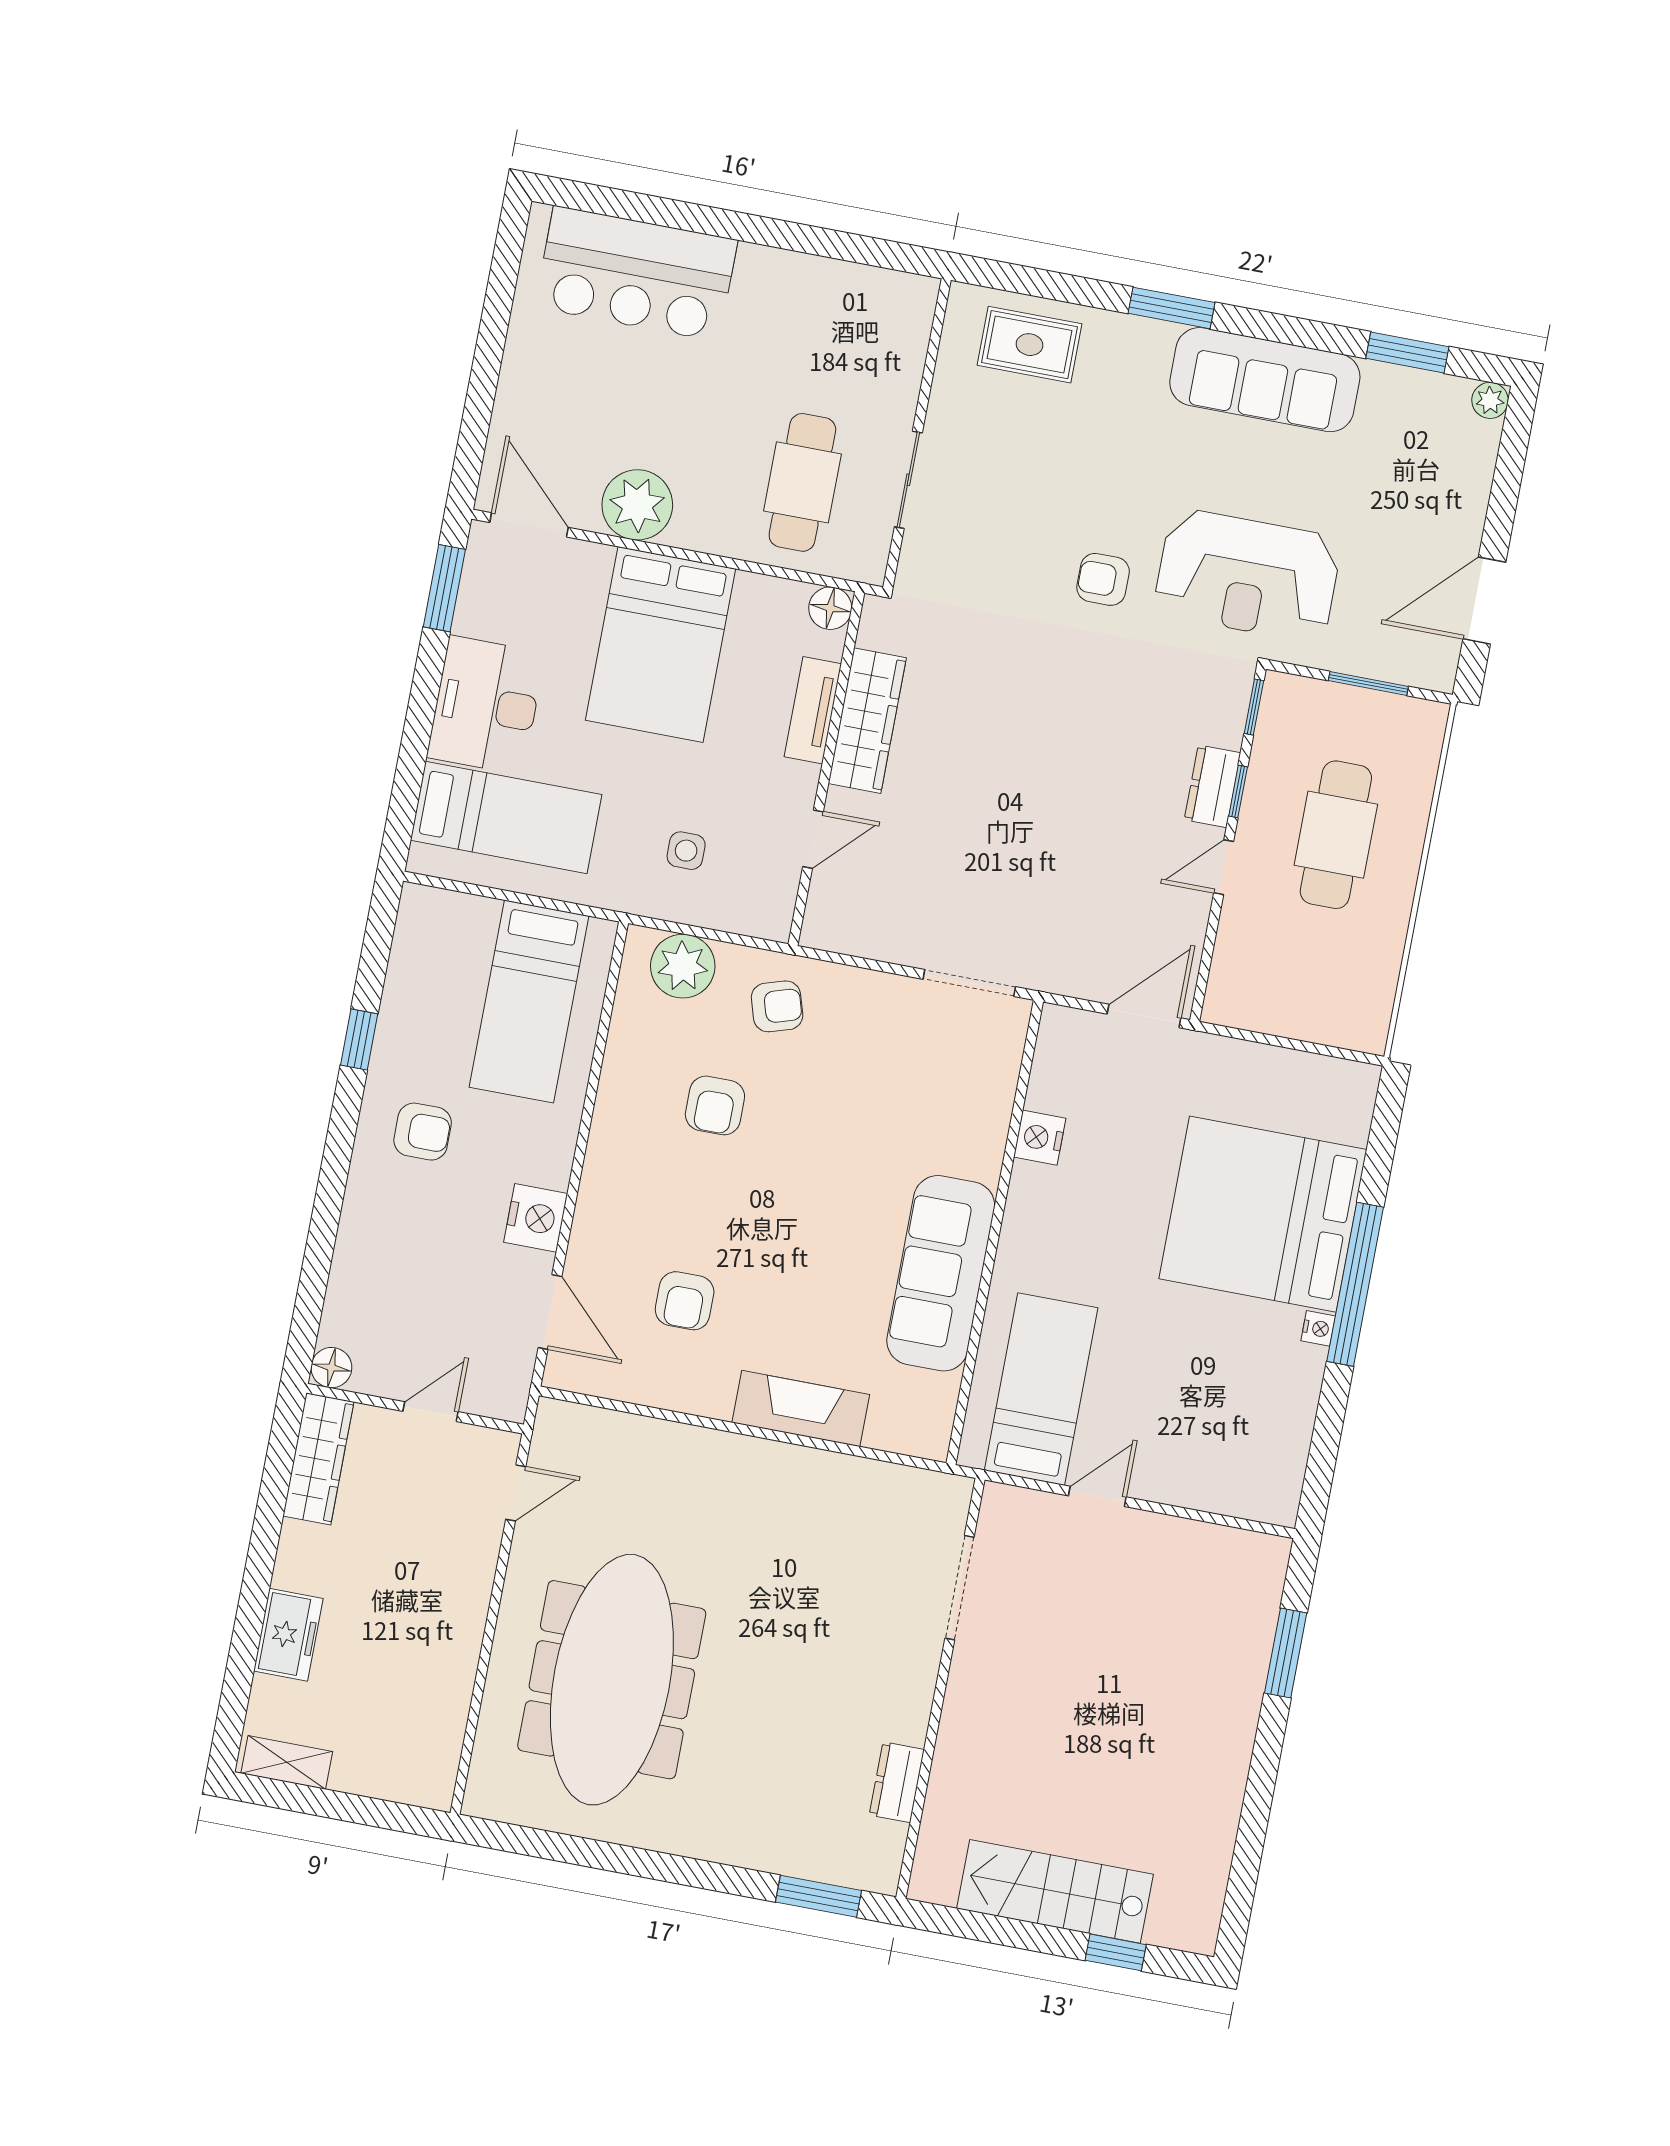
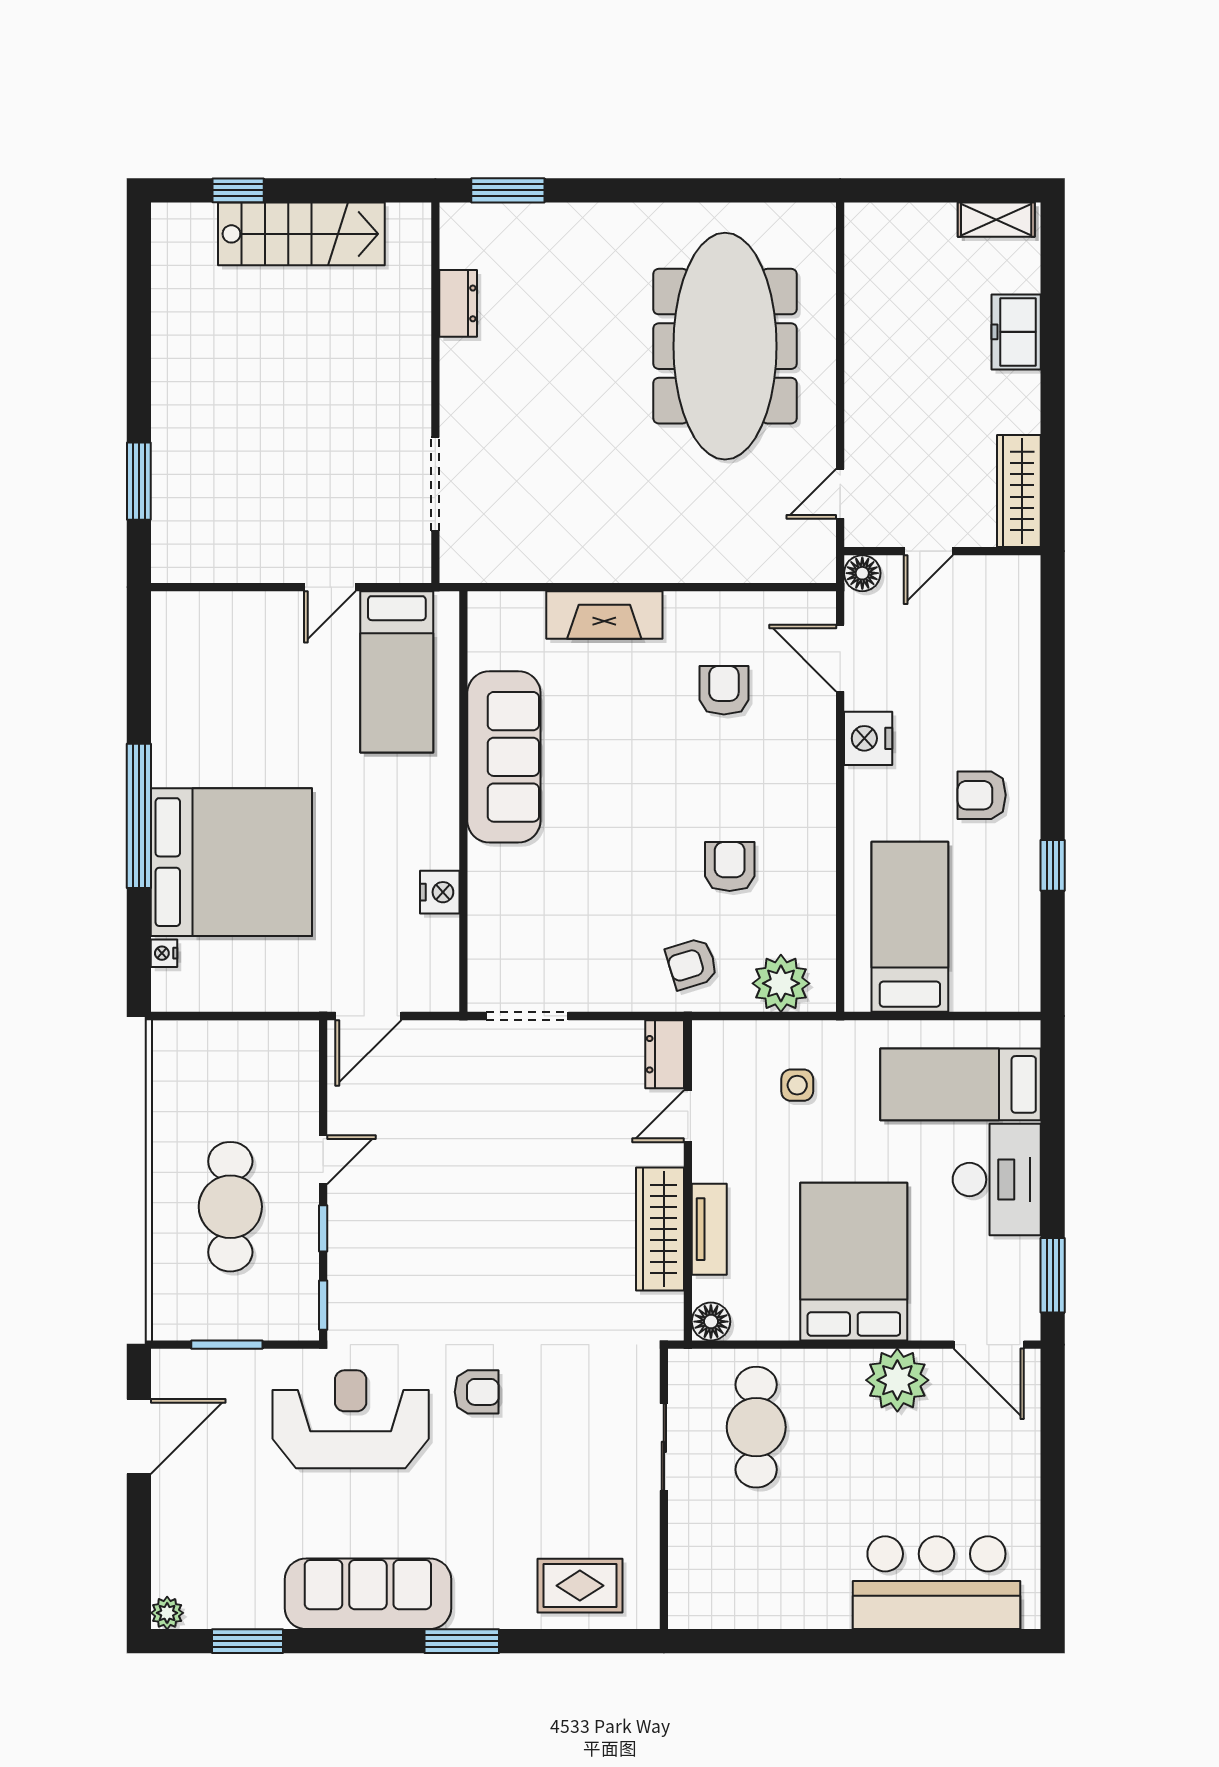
dresser: (1212, 786) -> (665, 1054), moved, turned 180
nightstand: (1318, 1328) -> (164, 953), moved
floor lamp: (331, 1368) -> (862, 573), moved

